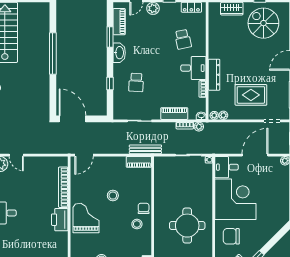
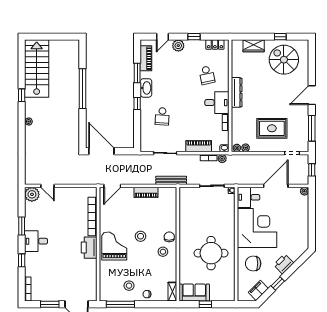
dresser: (214, 75) -> (237, 92), moved
window: (110, 83) -> (137, 104), moved
piano: (139, 162) -> (146, 192), moved
stool: (113, 196) -> (141, 236), moved
printer: (263, 237) -> (284, 264), added

